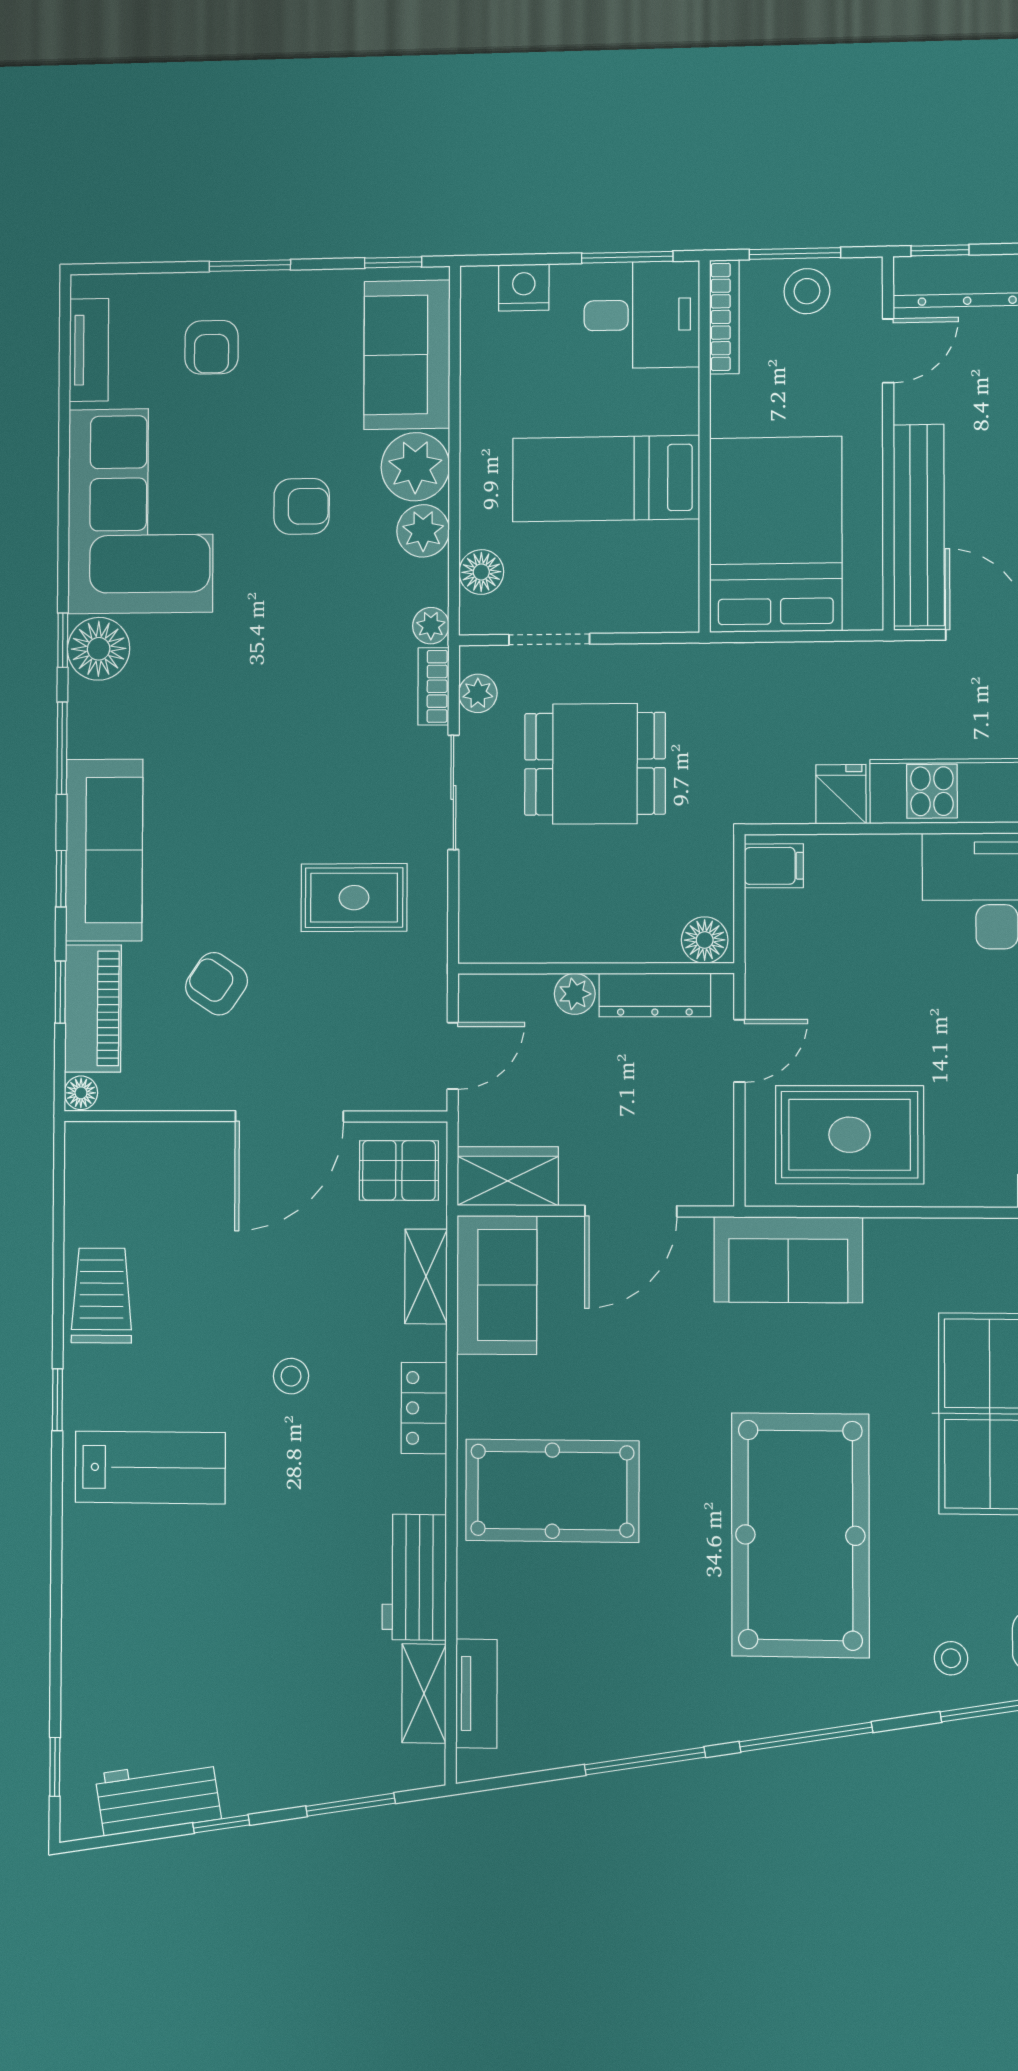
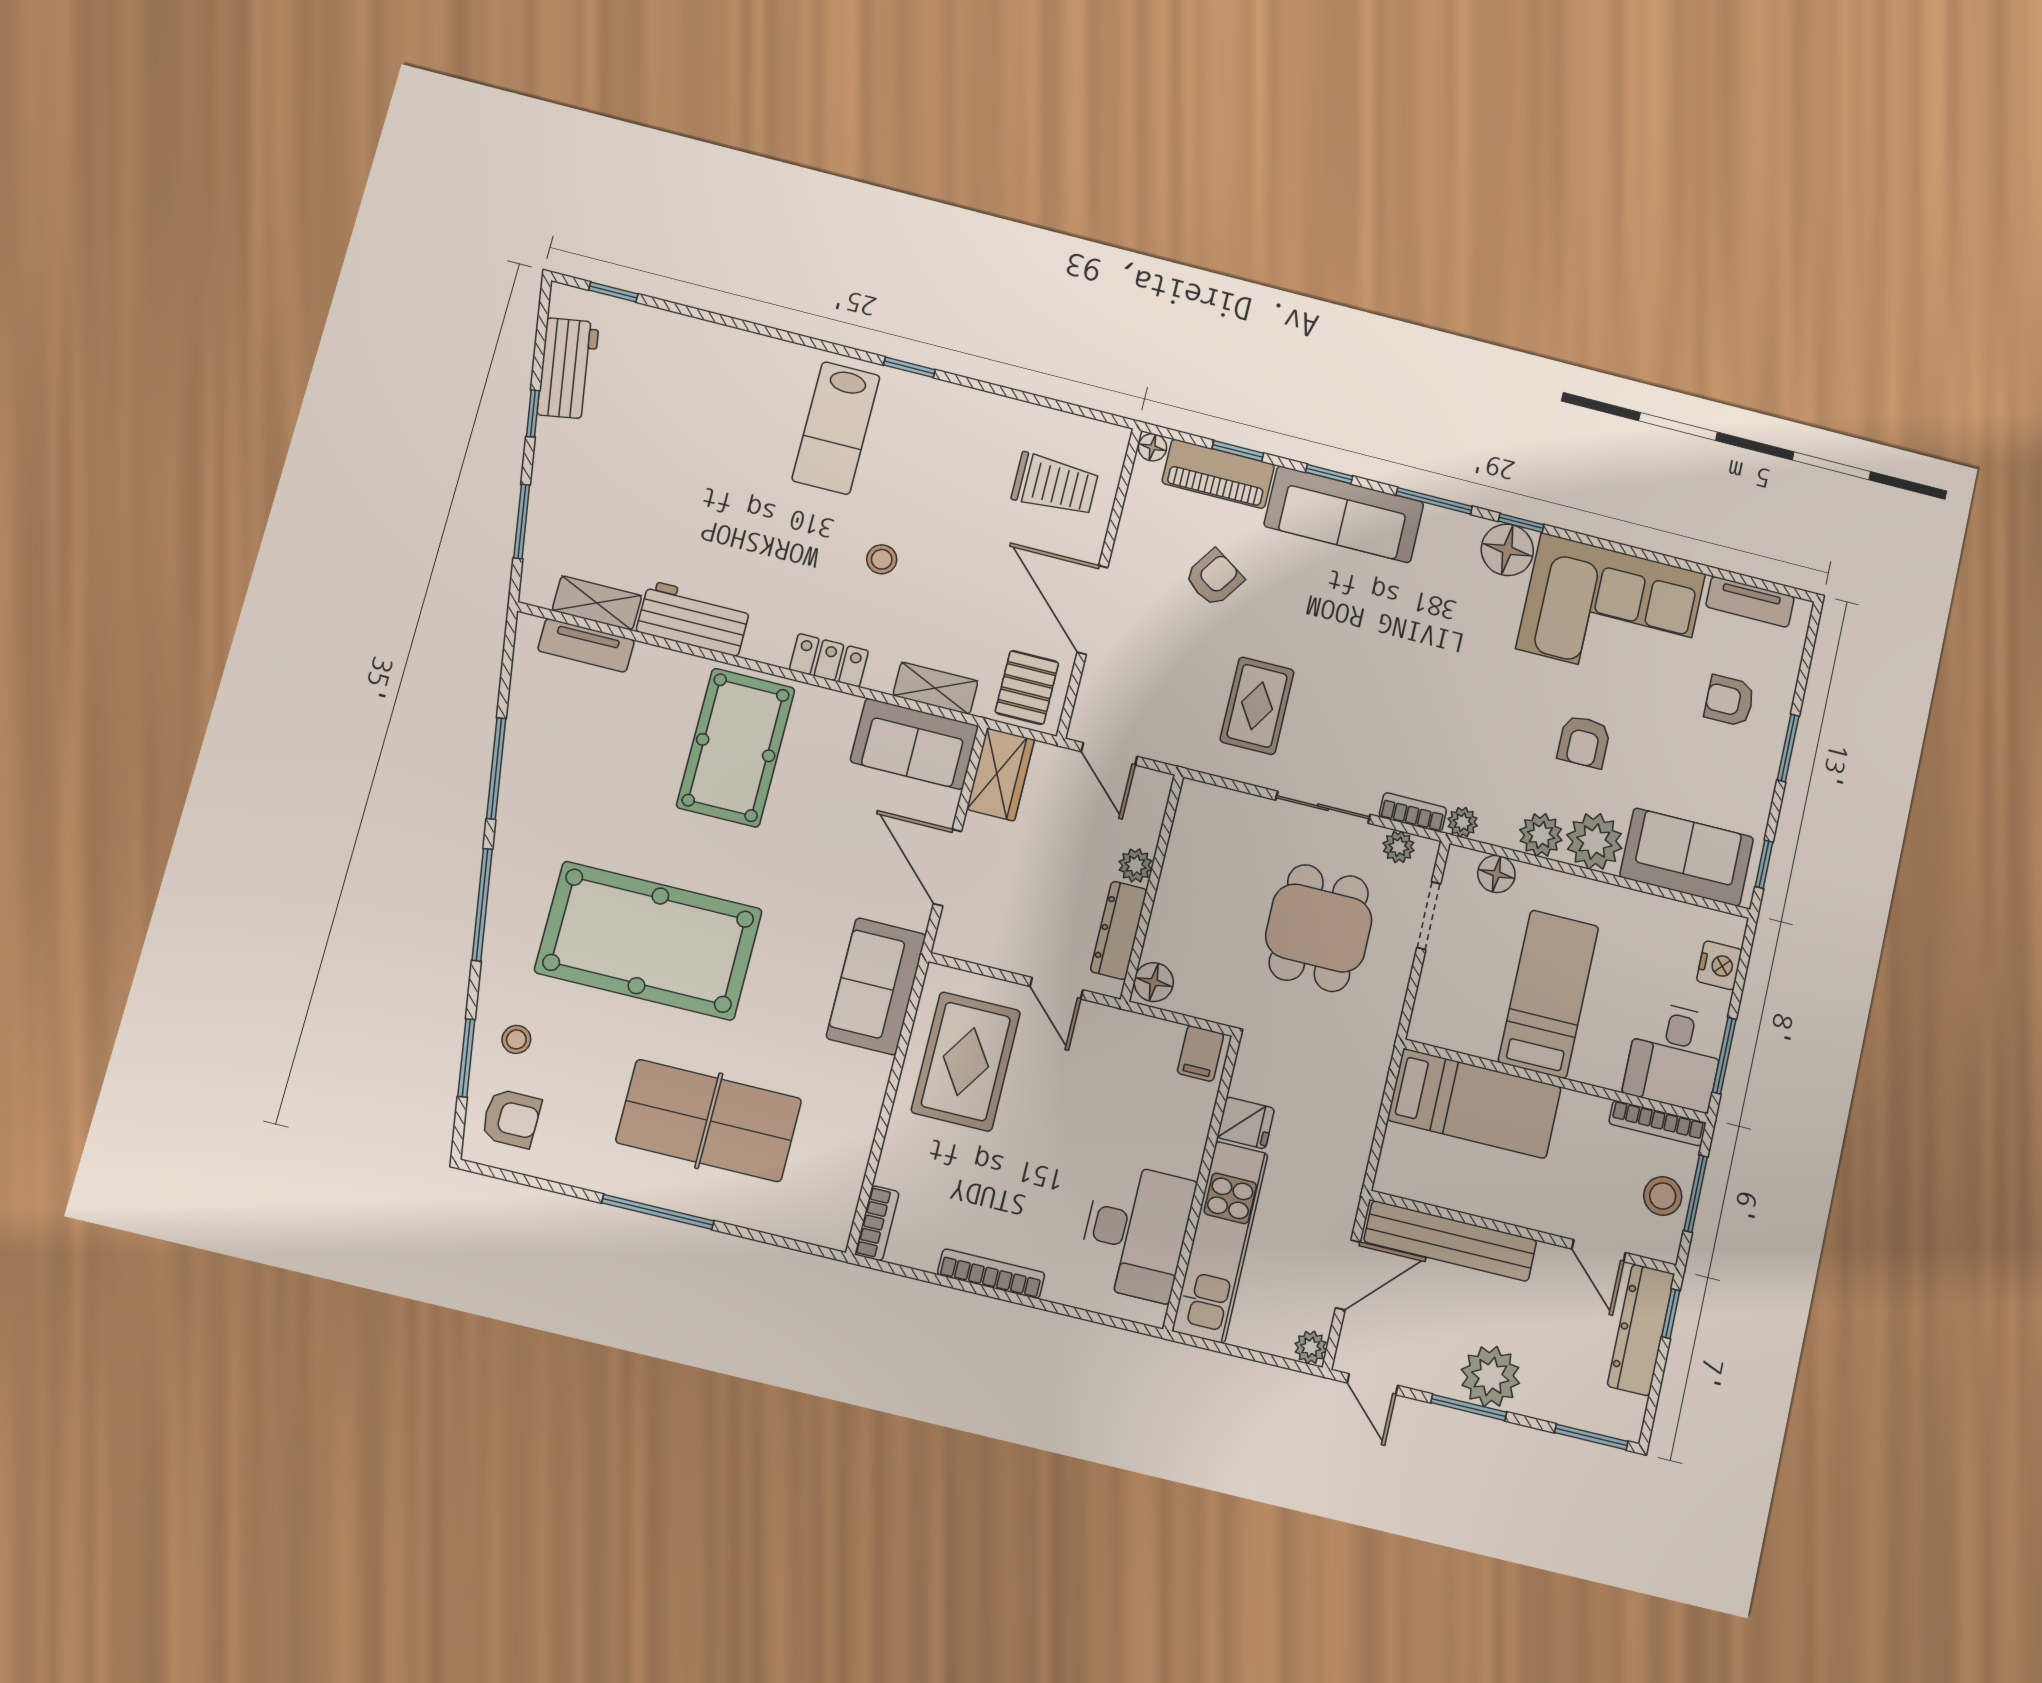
bed: (776, 534) -> (1474, 1103), width x0.67
trolley: (102, 1296) -> (1055, 485), moved

